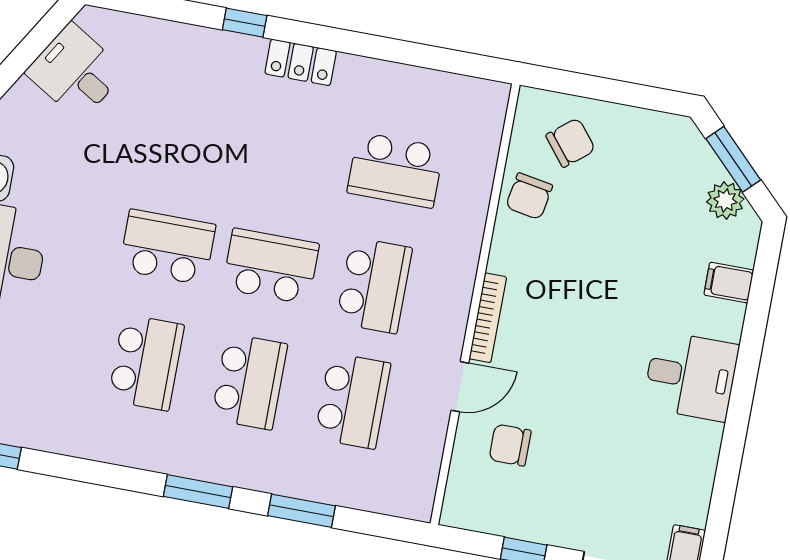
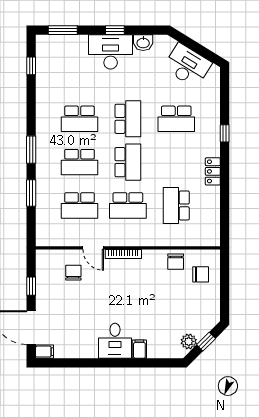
locker: (301, 62) -> (213, 171), moved
desk: (76, 72) -> (187, 66), width x1.37
school desk: (189, 132) -> (176, 119), added
chair: (571, 143) -> (201, 274), turned -51
window: (733, 159) -> (206, 342), width x0.67
chair: (529, 196) -> (176, 262), turned -100
filing cabinet: (729, 283) -> (139, 349), moved

